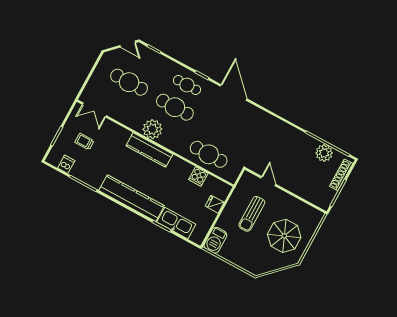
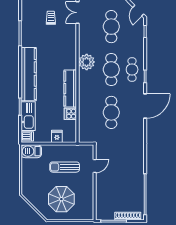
kitchen counter: (149, 150) -> (70, 89), moved
plant: (324, 153) -> (137, 195), removed
cafe table: (209, 154) -> (111, 112), moved
dishwasher: (66, 164) -> (27, 136), moved

